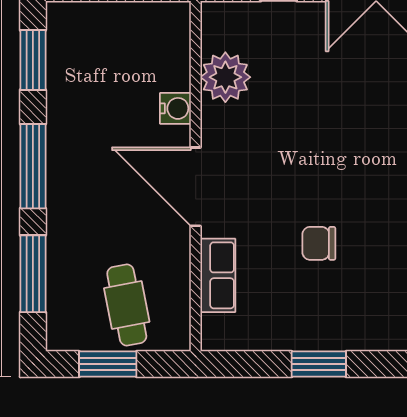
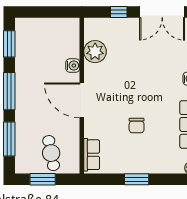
chair: (319, 243) -> (137, 126), turned -90
row of seats: (218, 275) -> (92, 155), moved

